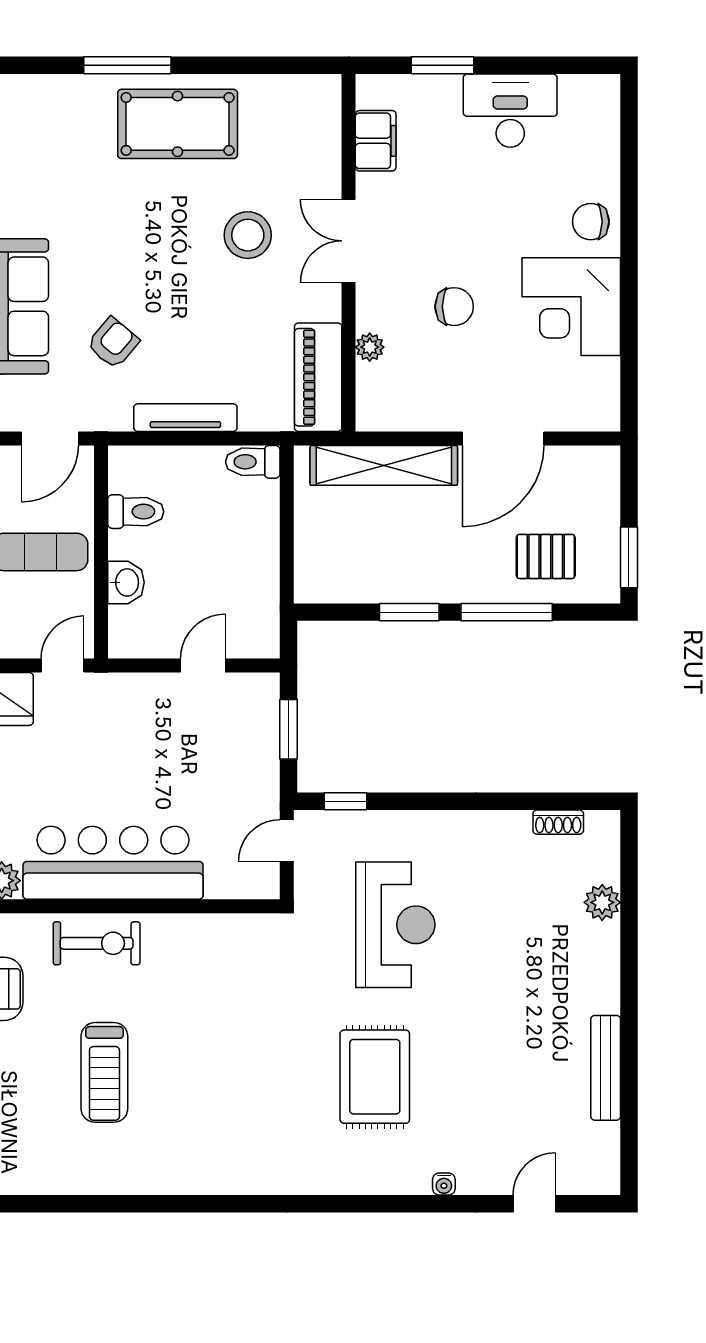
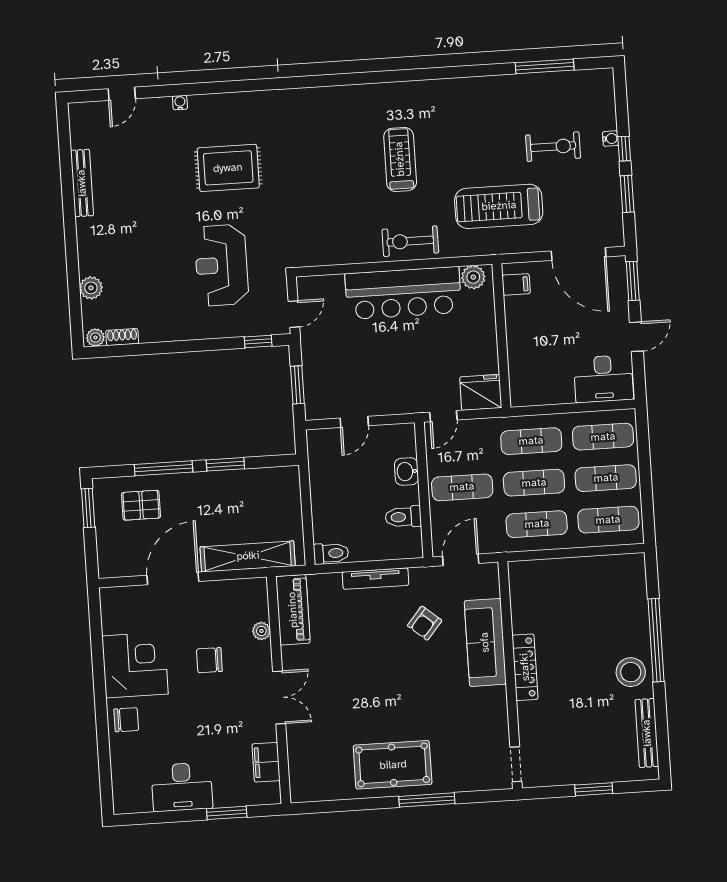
stool: (248, 235) -> (343, 697), removed
plant: (600, 824) -> (95, 338), added
rug: (375, 1077) -> (228, 168), turned 90

